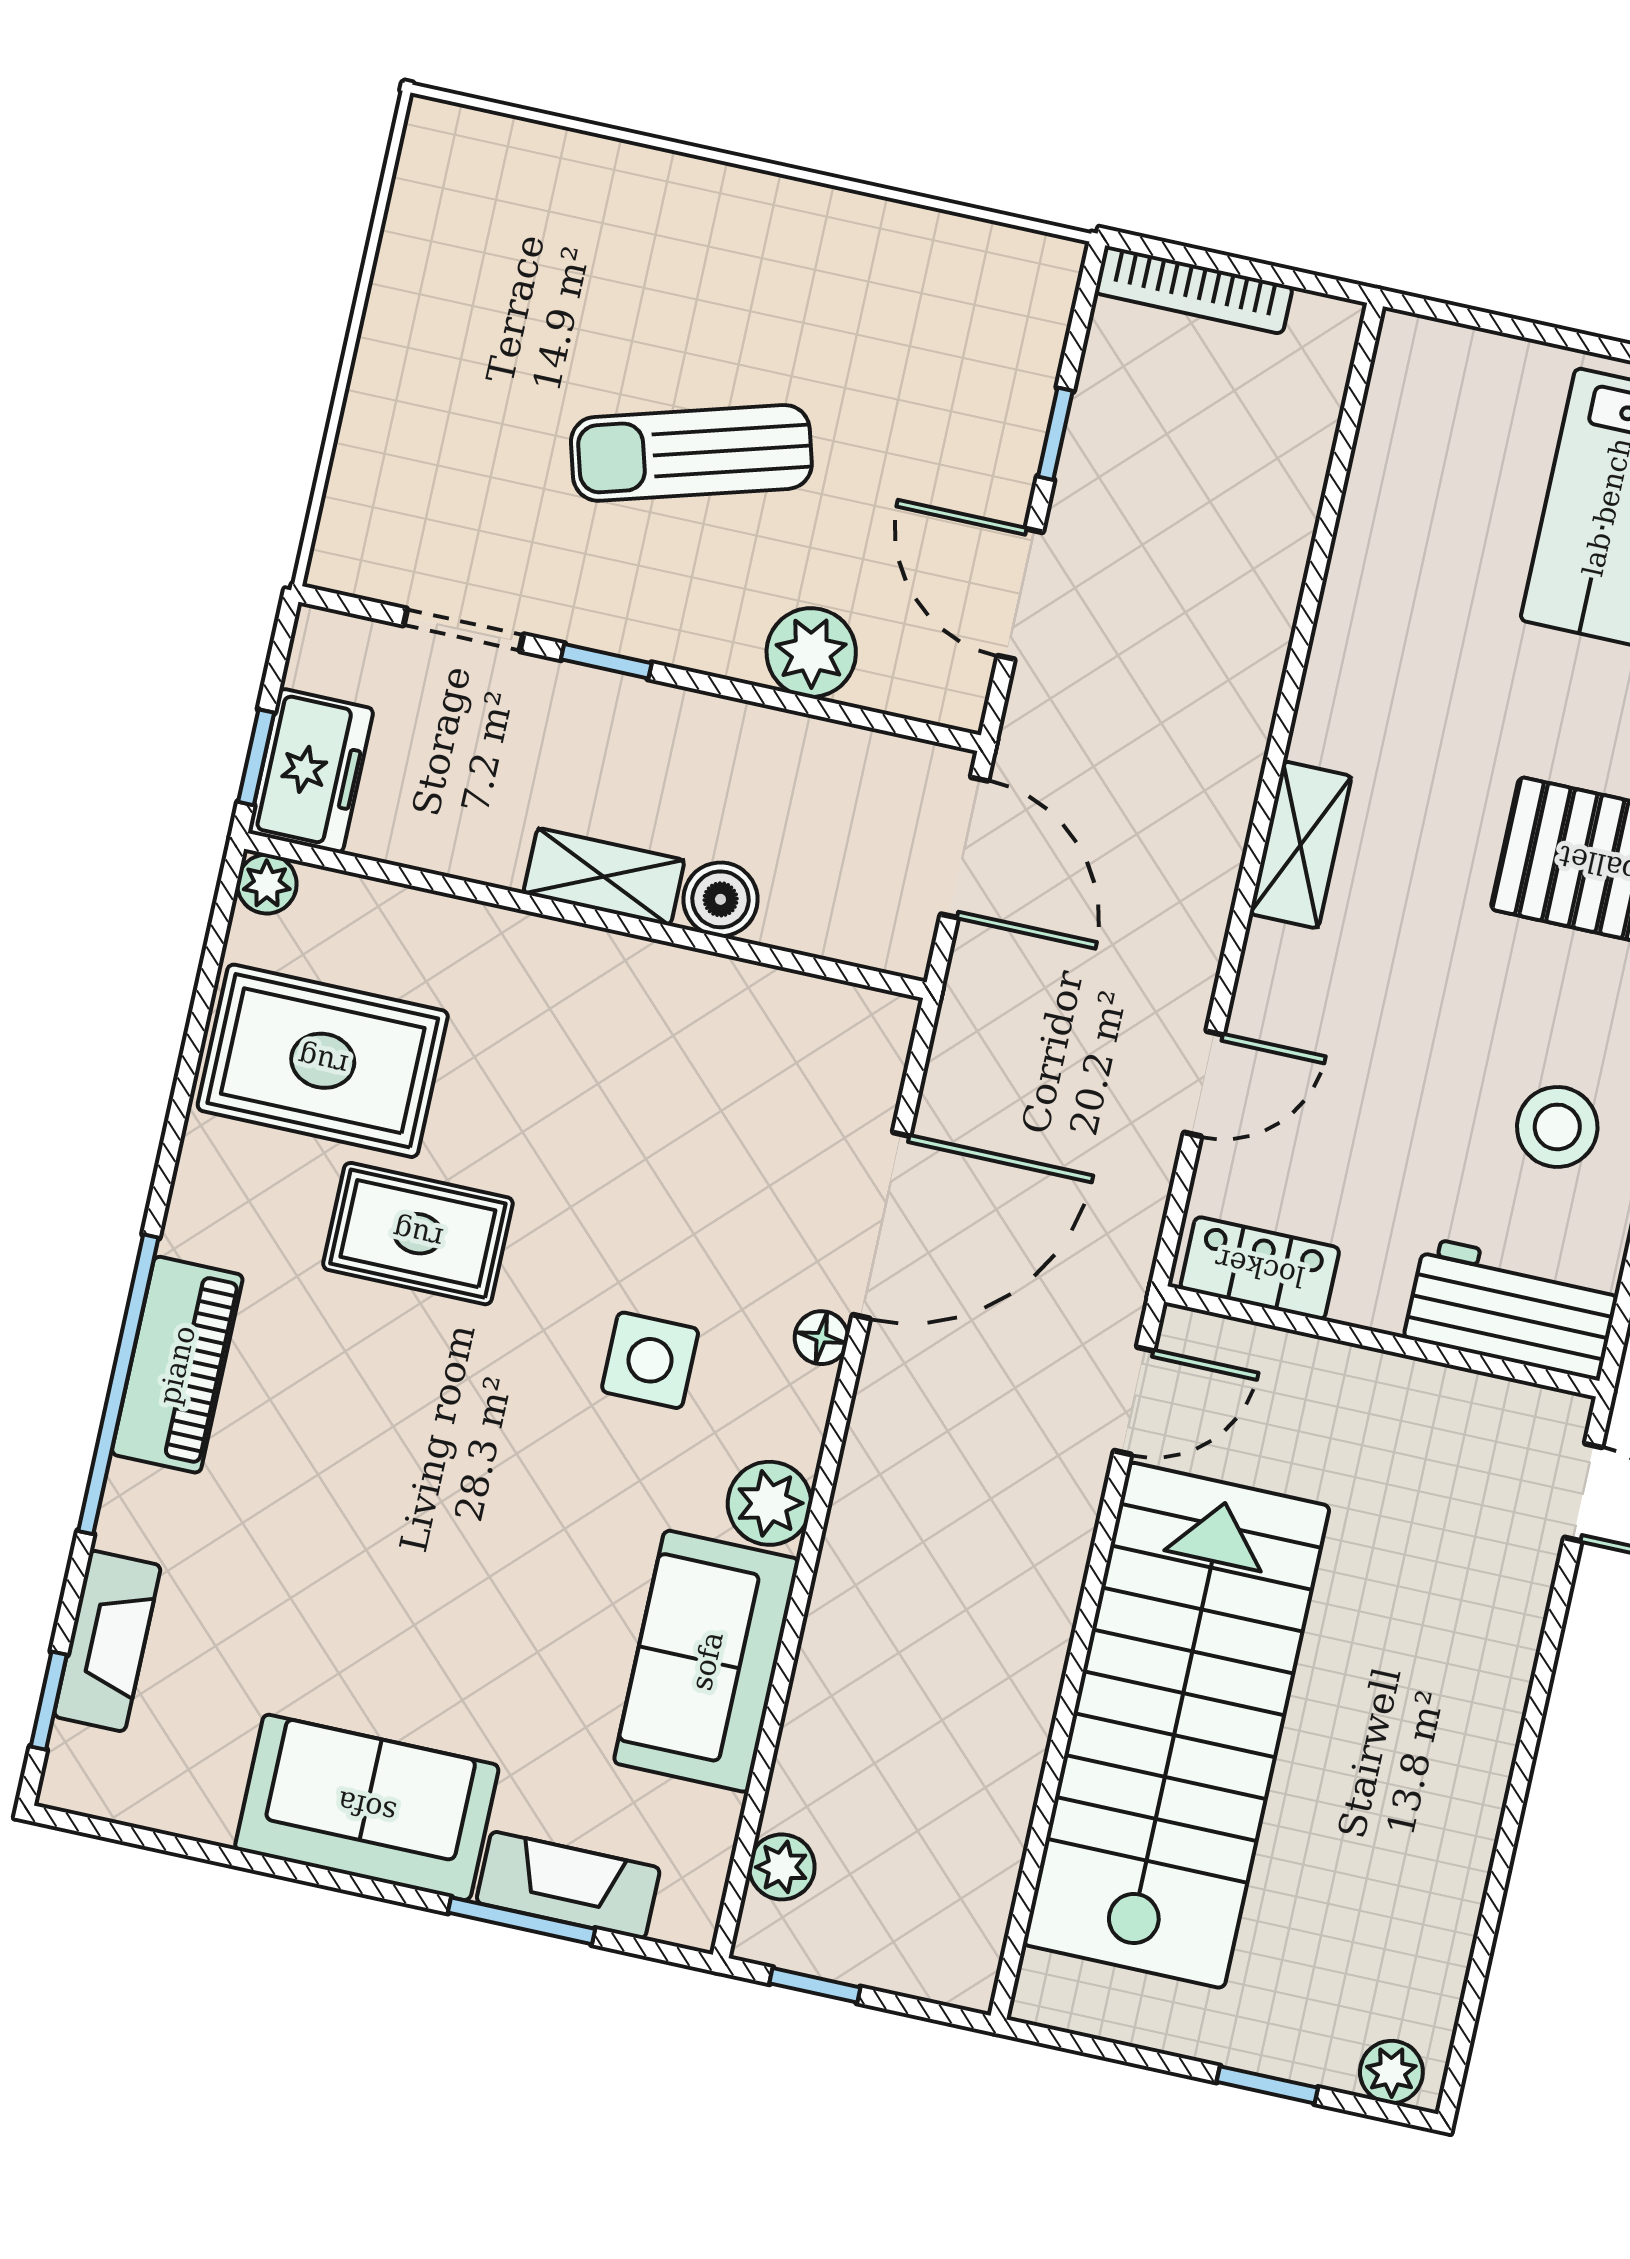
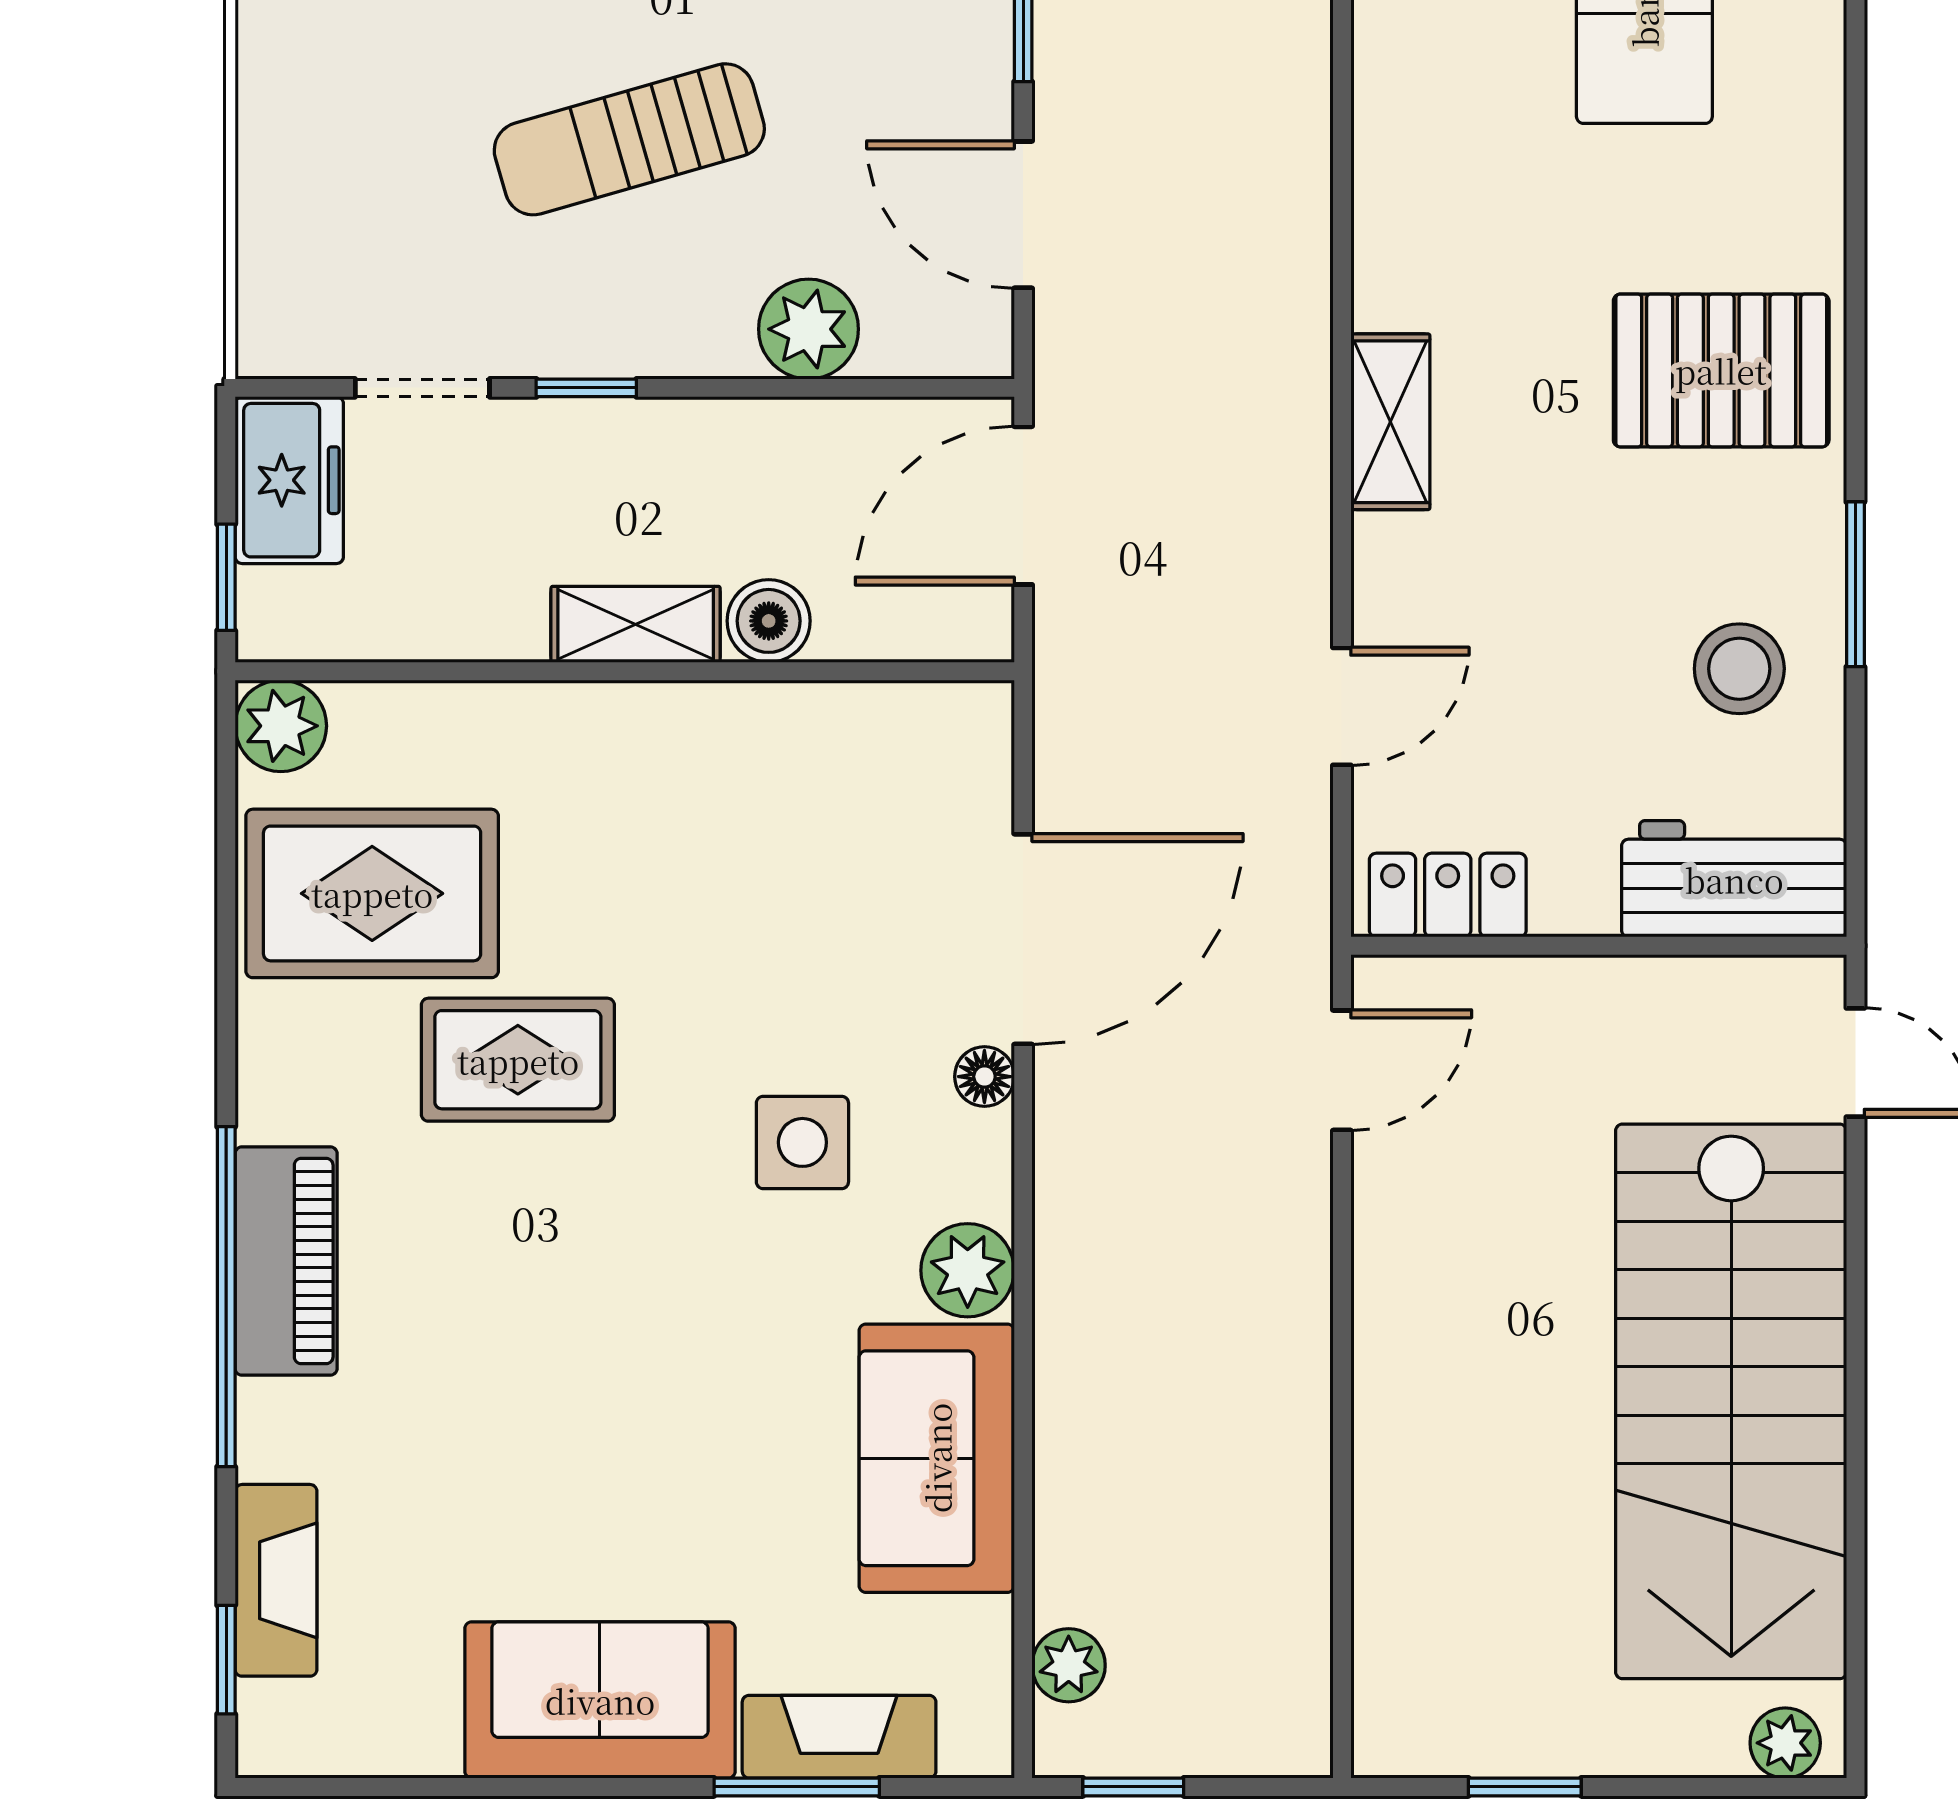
freezer: (311, 771) -> (289, 480), moved
door: (964, 847) -> (1023, 506), swing flipped
plant: (267, 884) -> (281, 726), width x1.38, depth x1.38
stairs: (1176, 1725) -> (1731, 1401), moved, turned 180
window: (1267, 2085) -> (1525, 1787), moved

